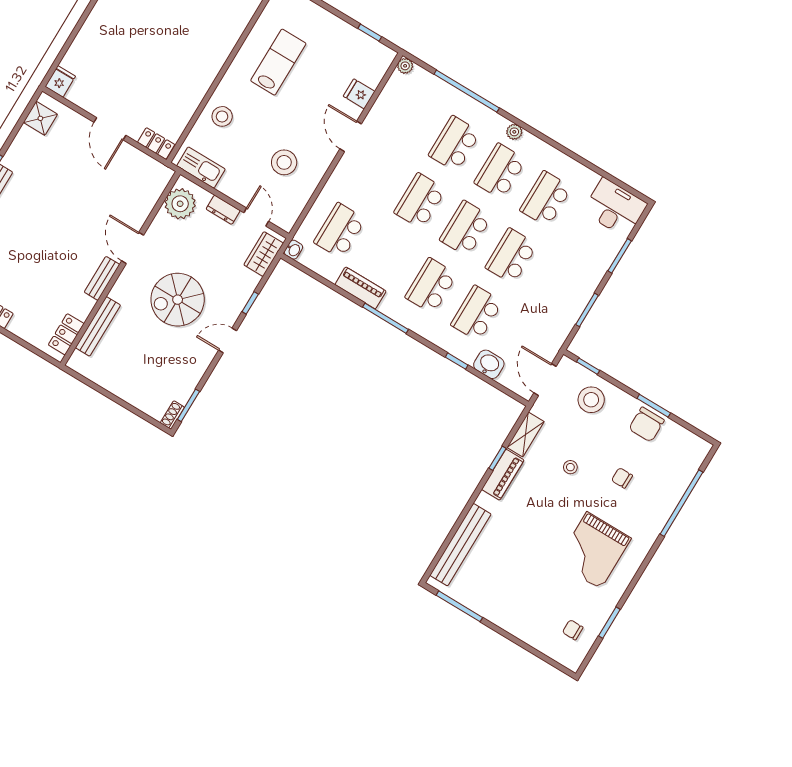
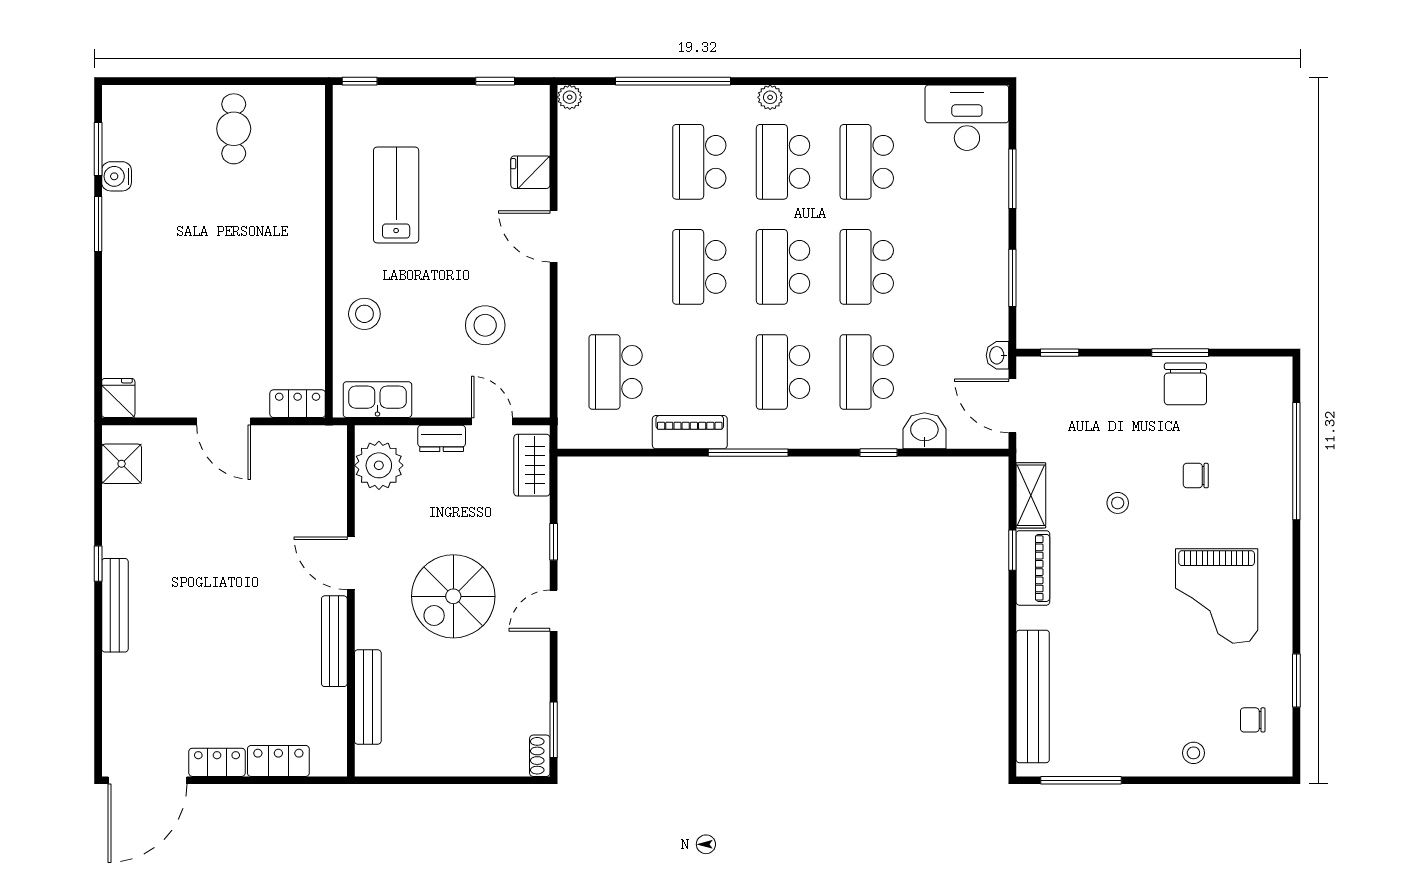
washbasin: (293, 250) -> (997, 355), moved, turned 180
bench: (102, 278) -> (334, 641), width x1.36
locker: (66, 334) -> (278, 761), moved, turned 90
stool: (591, 400) -> (1193, 753), moved, width x0.53, depth x0.53

